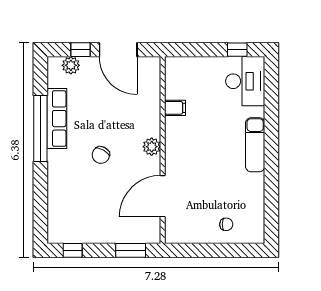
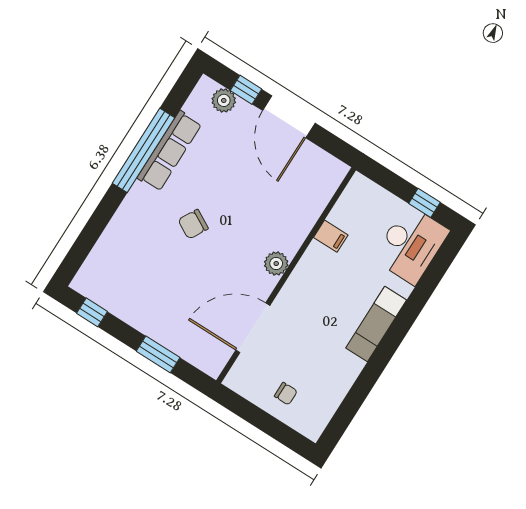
filing cabinet: (175, 108) -> (331, 236), moved
plant: (152, 147) -> (276, 264), moved
wall: (163, 150) -> (286, 275), moved
door: (163, 196) -> (253, 328), moved

